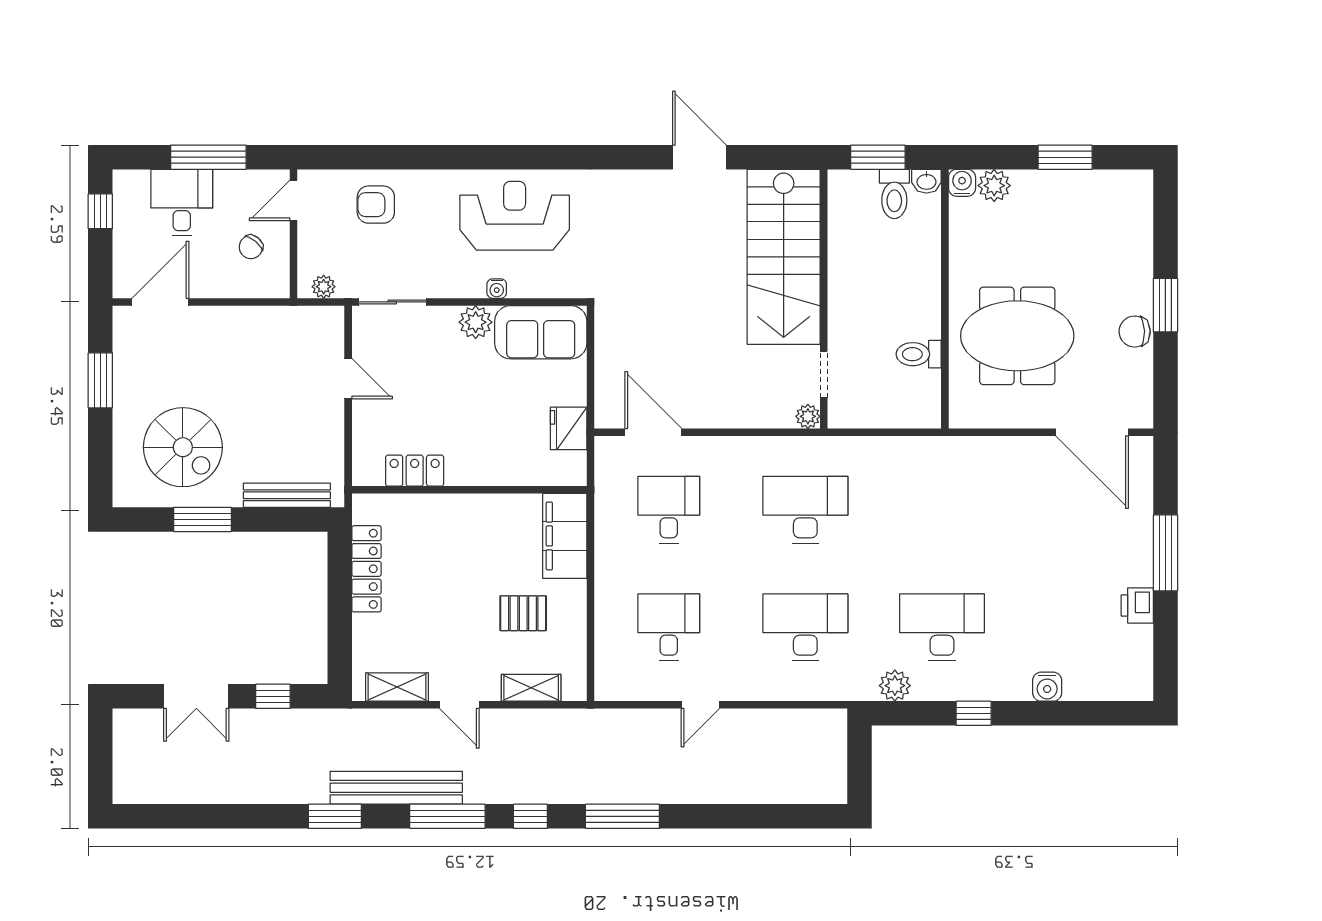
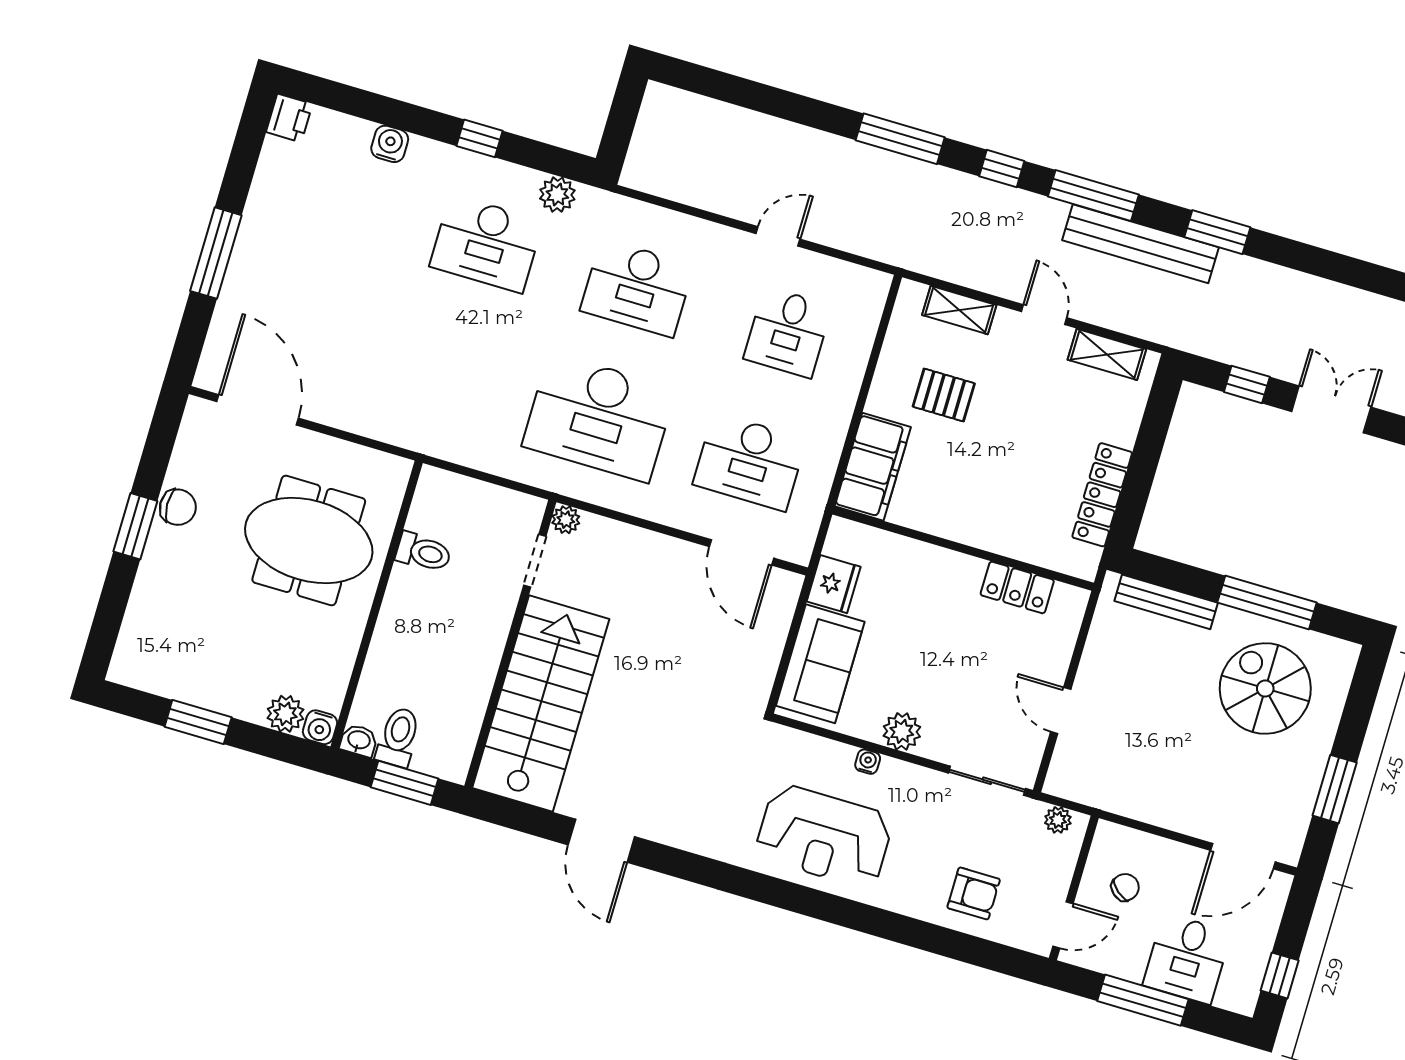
sofa: (541, 332) -> (820, 664), moved, turned 90
desk: (669, 510) -> (750, 462), width x1.37
desk: (805, 510) -> (599, 417), width x1.36, depth x1.30
window: (202, 519) -> (1267, 602), width x1.44
printer: (1137, 605) -> (289, 118), moved

